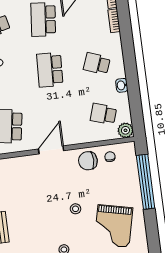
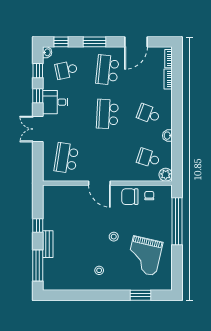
door: (51, 150) -> (99, 183), swing flipped

